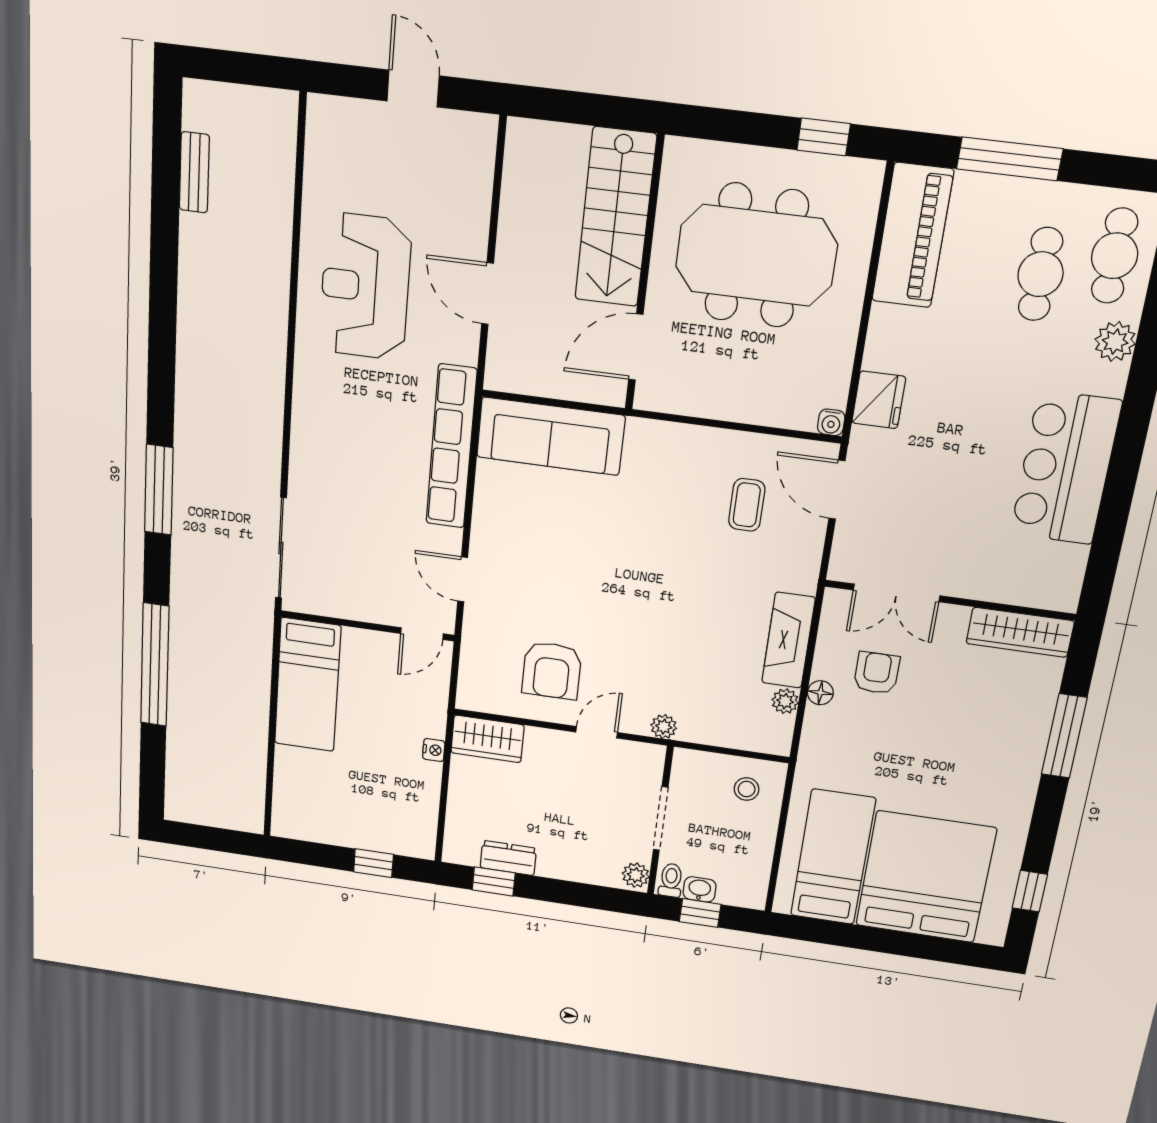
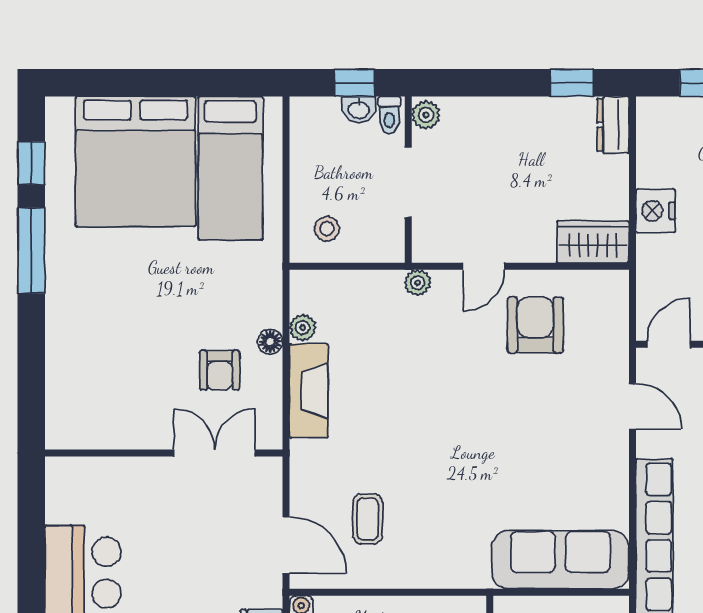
wardrobe: (1020, 632) -> (93, 431), removed
window: (1064, 736) -> (31, 250), moved
nightstand: (434, 750) -> (655, 211), width x1.89, depth x1.79
dresser: (508, 858) -> (613, 125), moved, turned 90

